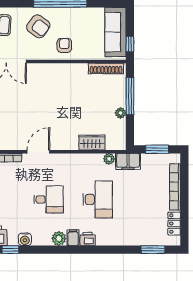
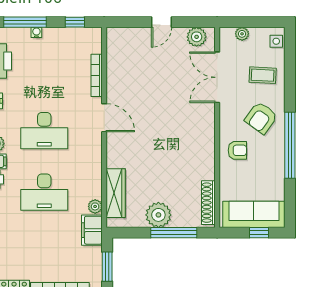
window: (130, 44) -> (259, 233), moved
plant: (121, 113) -> (158, 215), width x1.87, depth x1.87
wardrobe: (92, 143) -> (116, 193), width x1.50
desk: (49, 199) -> (44, 131), width x1.37

